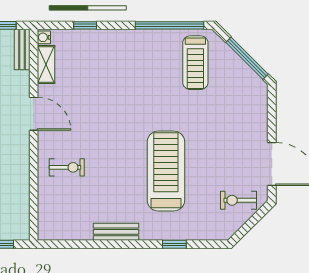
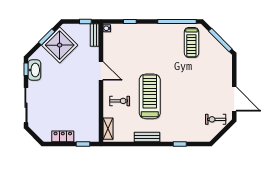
shelving: (46, 65) -> (108, 129), moved
treadmill: (166, 171) -> (150, 96), moved

